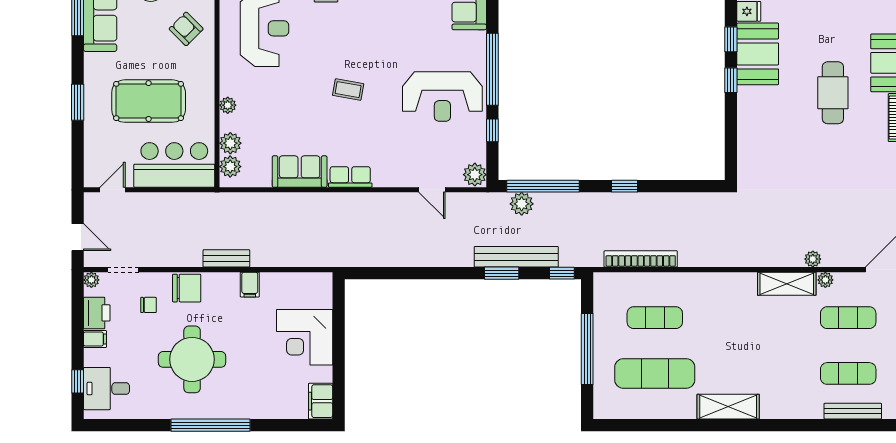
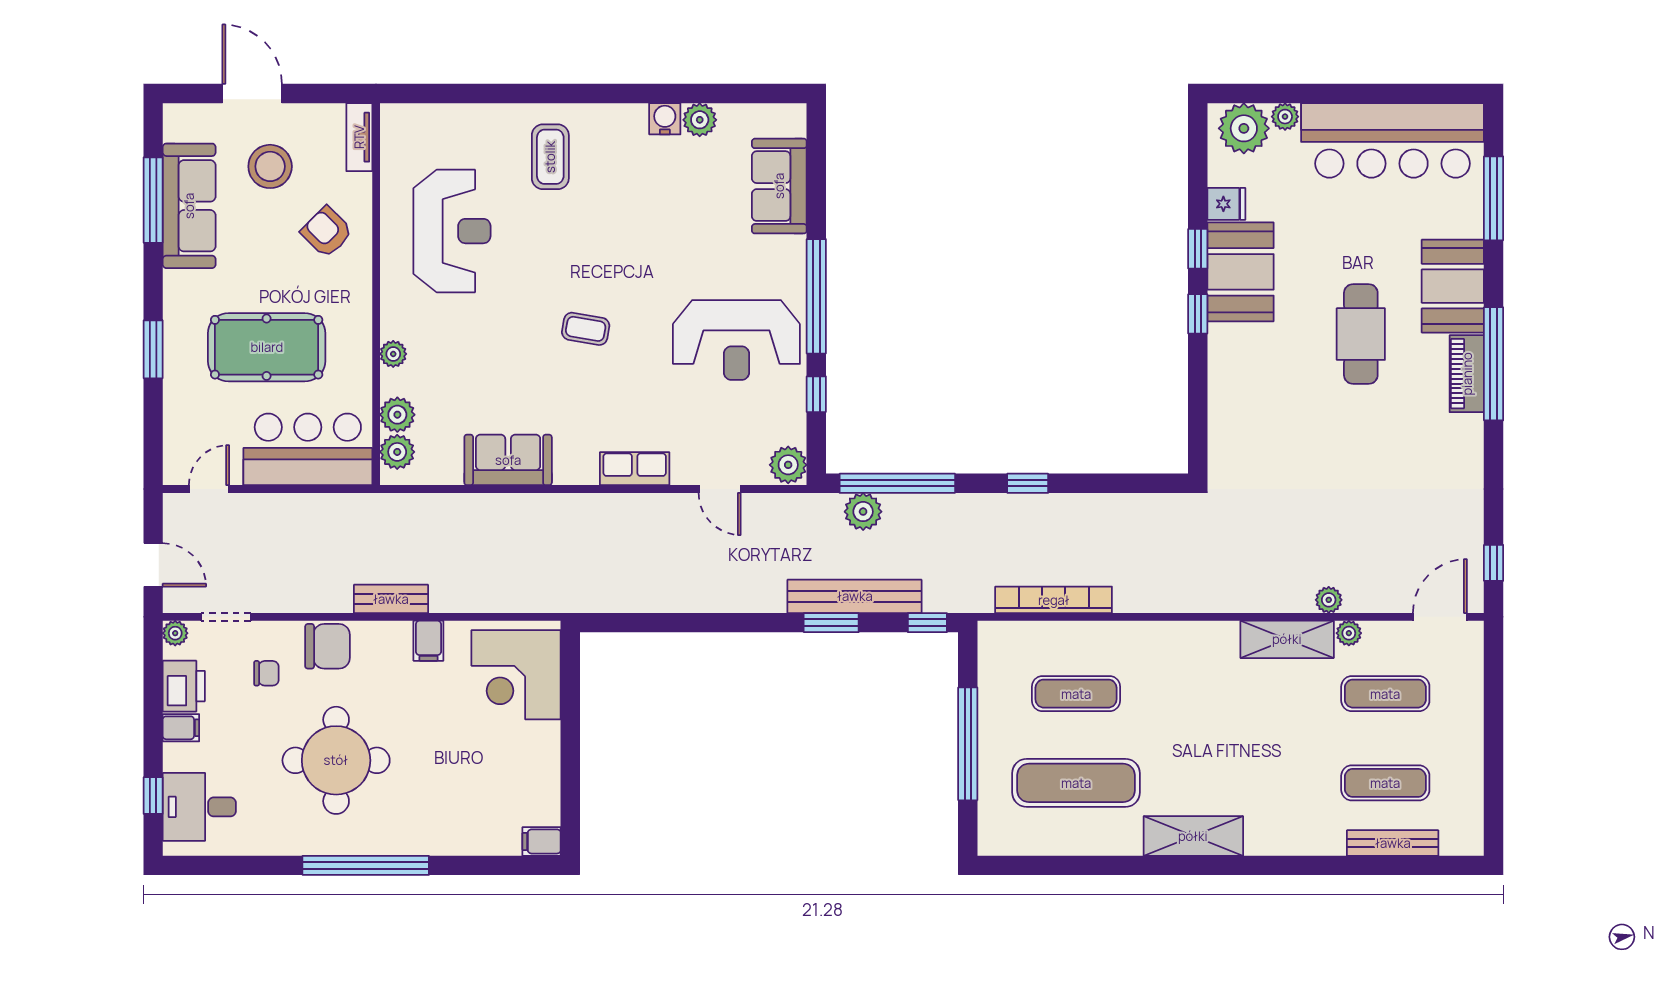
row of seats: (350, 177) -> (635, 469), moved
corner desk: (305, 337) -> (516, 675), moved
filing cabinet: (321, 401) -> (542, 841), width x0.50

